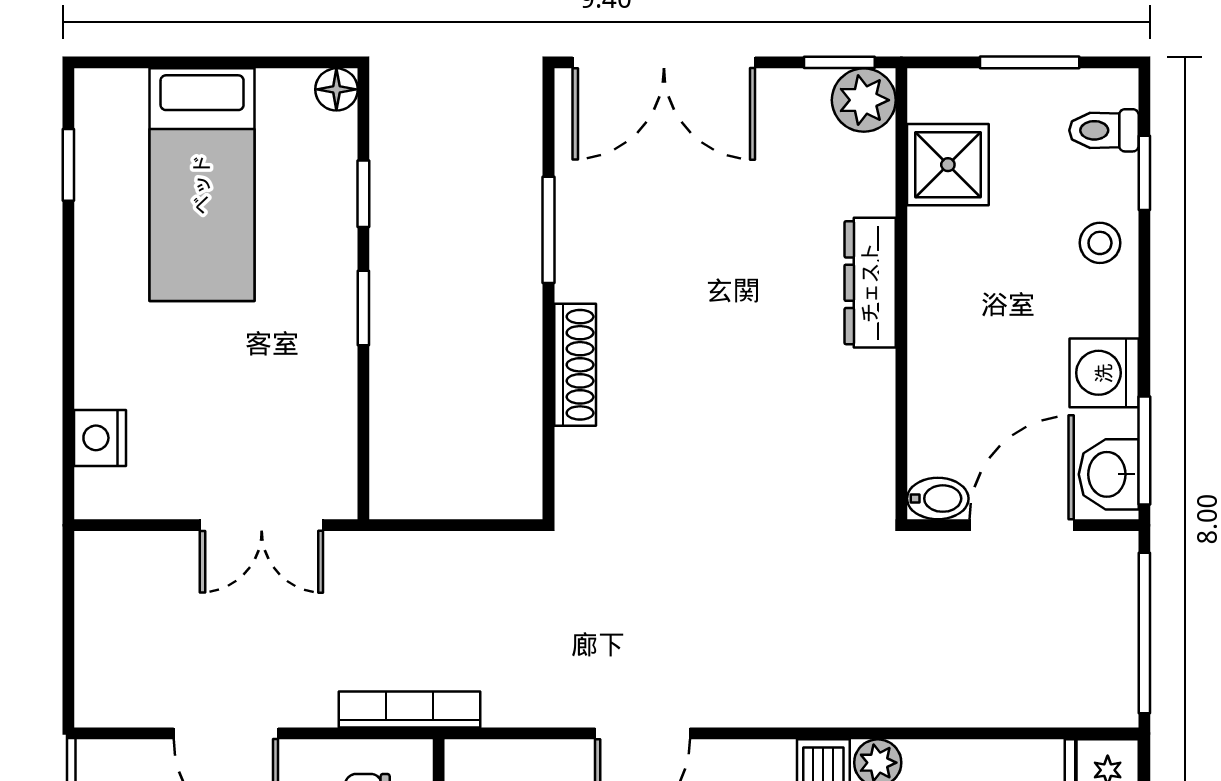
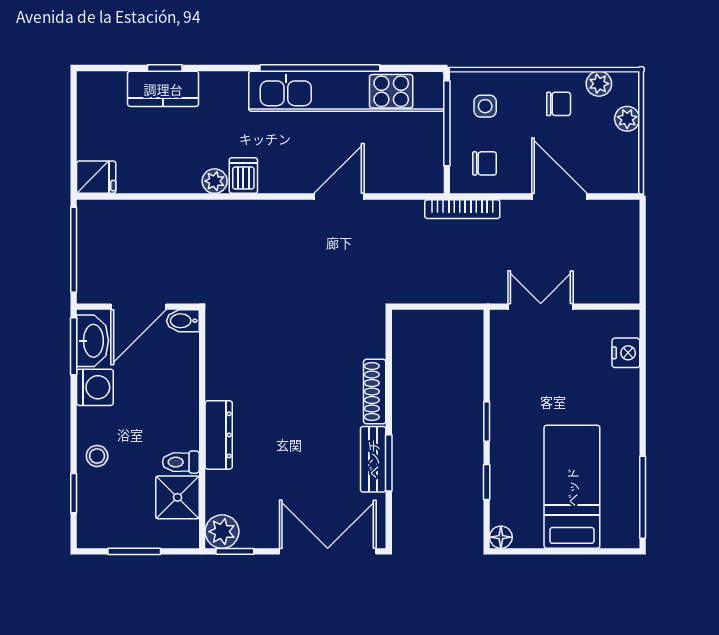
toilet: (1104, 130) -> (181, 462), moved, turned 180
window: (68, 165) -> (643, 497), width x2.17
bench: (578, 237) -> (373, 459), added
washbasin: (1109, 474) -> (92, 341), width x1.38

